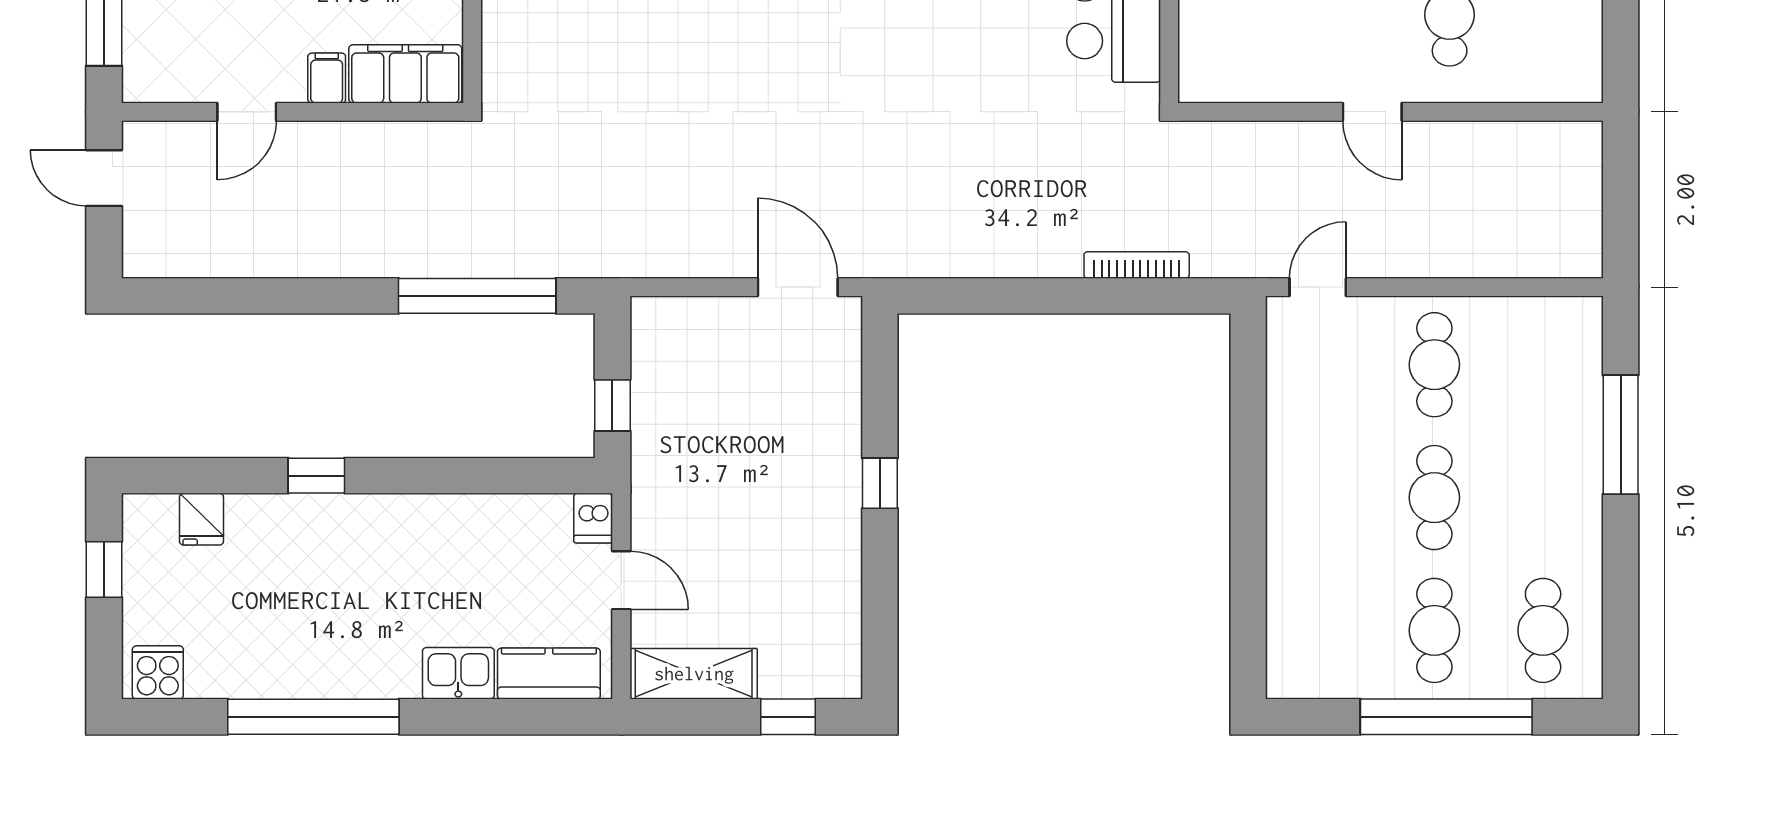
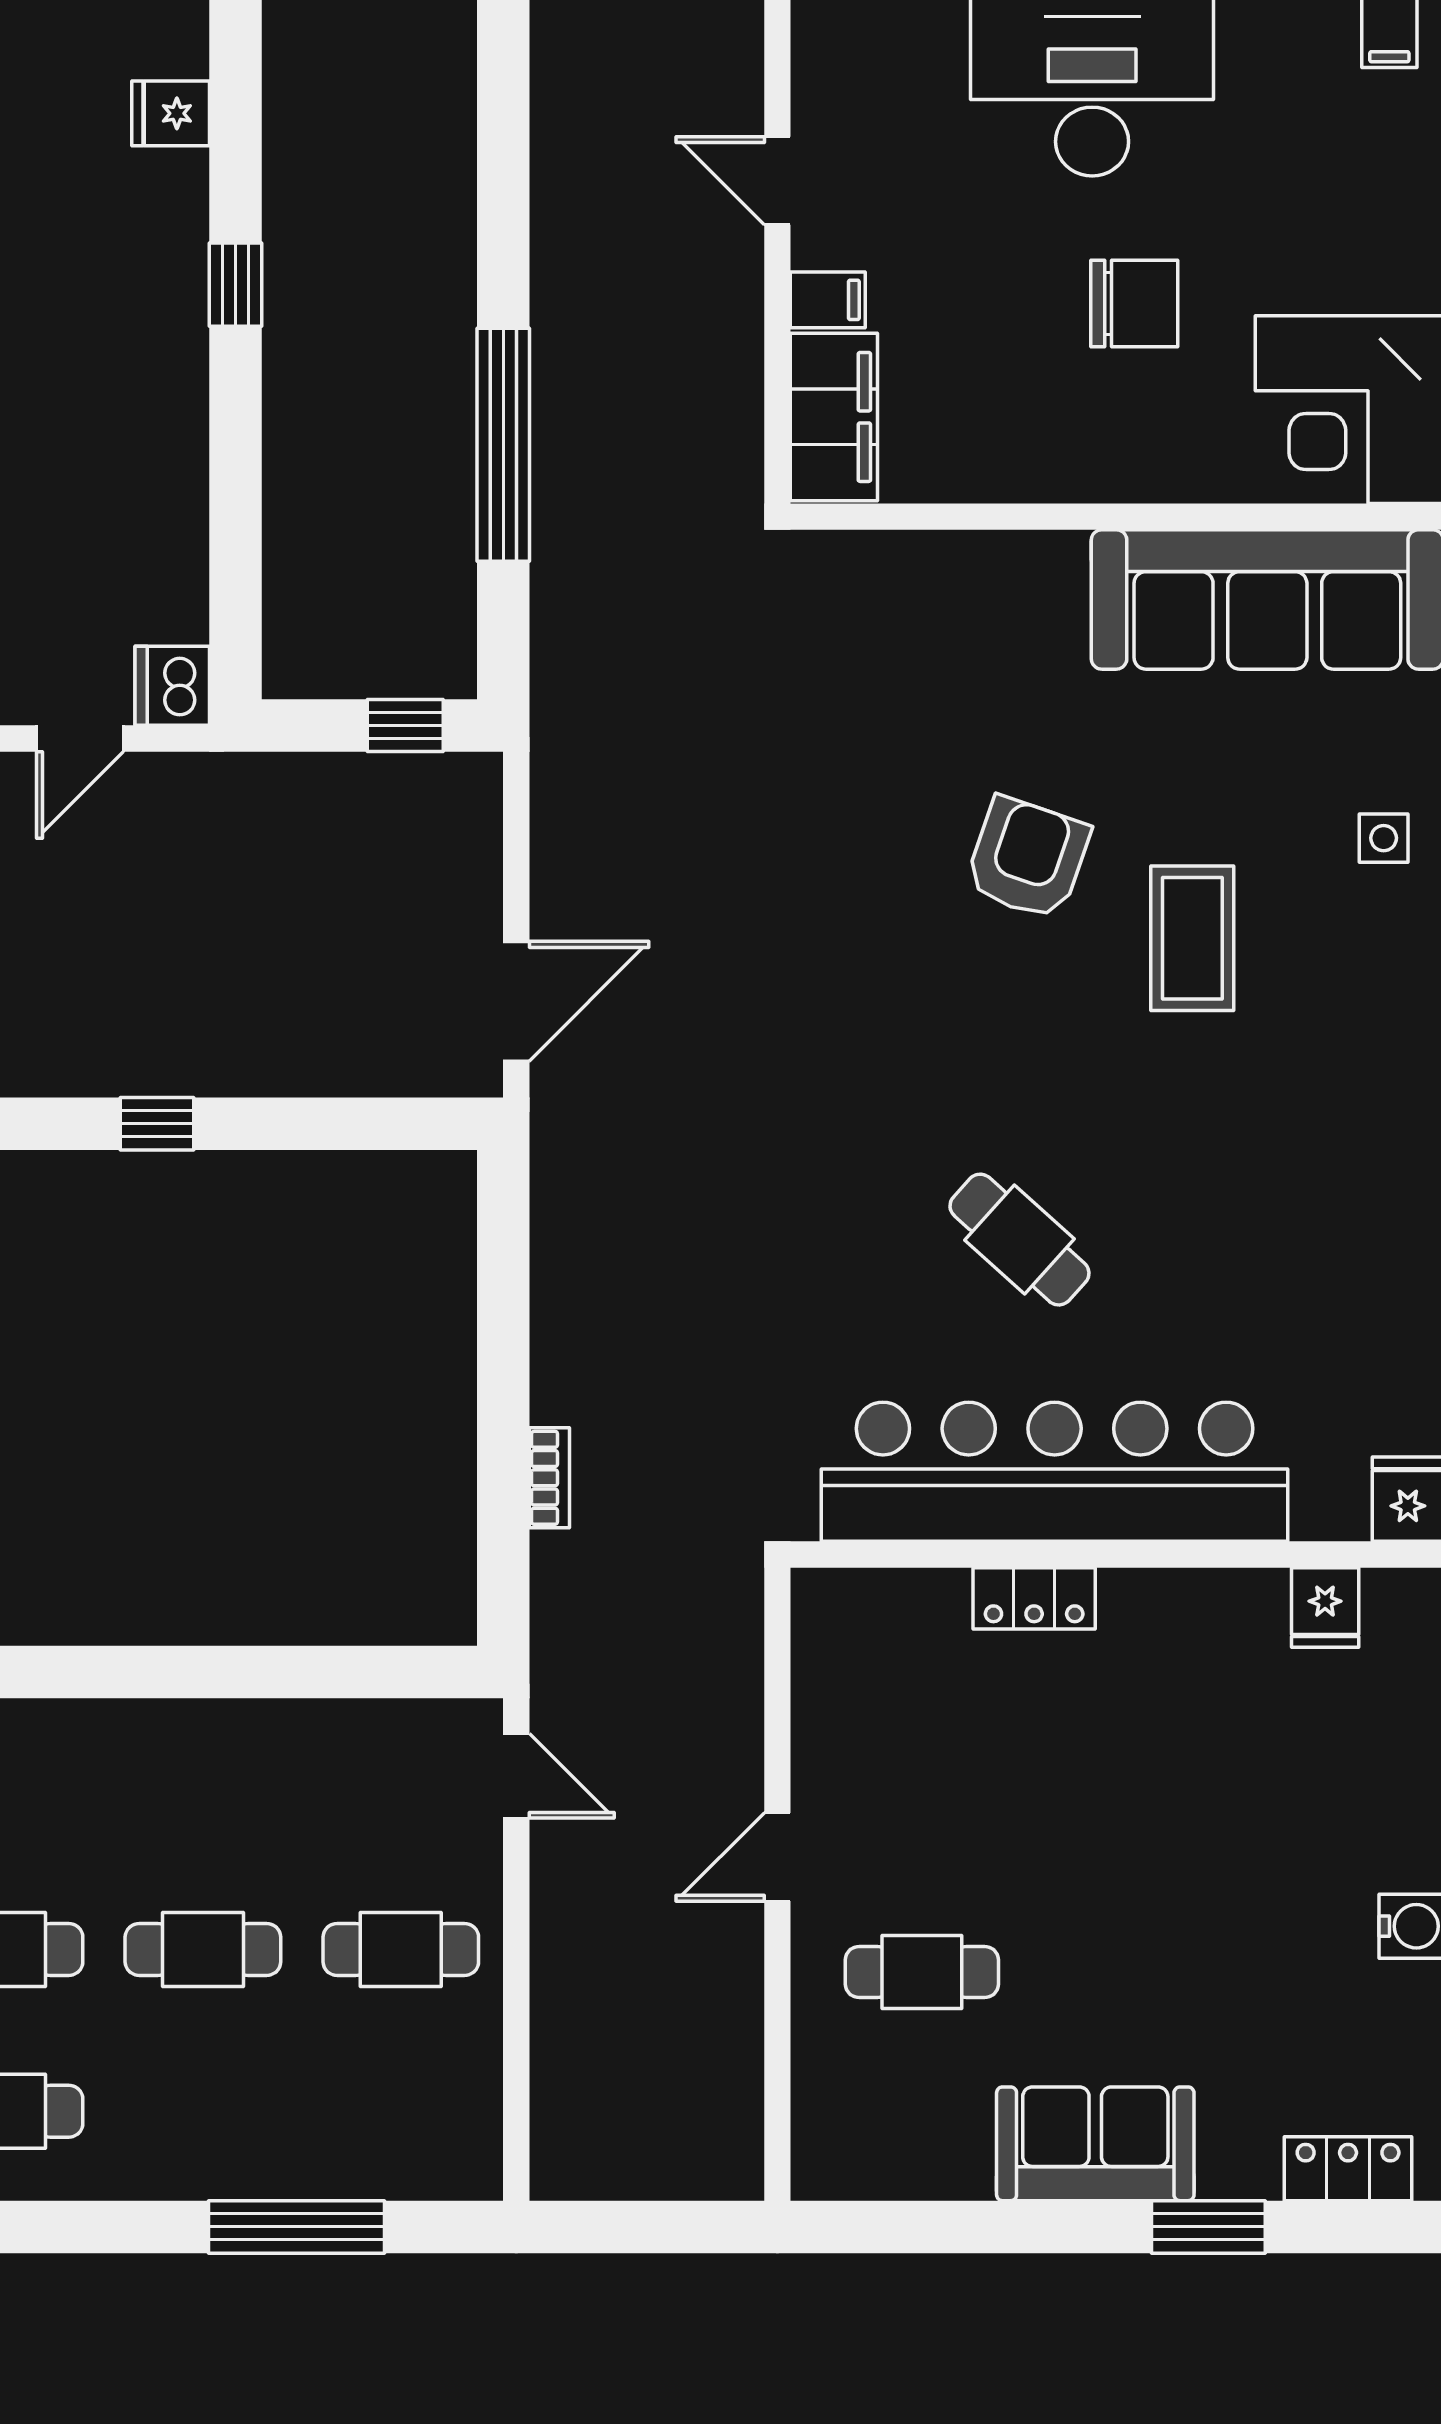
bookcase: (1137, 265) -> (549, 1478), width x0.64
window: (477, 296) -> (503, 445), moved
window: (612, 405) -> (405, 725), moved
window: (880, 483) -> (157, 1124), moved
dishwasher: (593, 518) -> (172, 686), width x1.38

